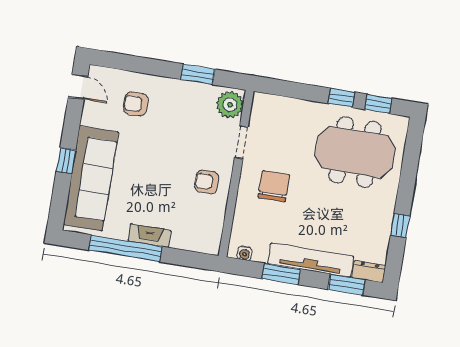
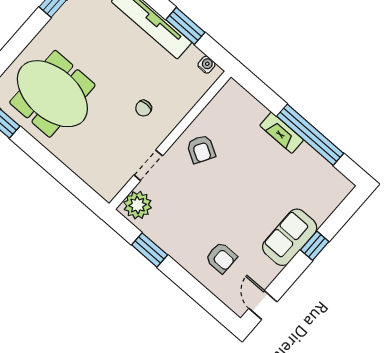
window: (341, 98) -> (35, 150), removed
sofa: (91, 178) -> (290, 237), width x0.54, depth x0.79
armchair: (207, 182) -> (201, 149), turned 30
chair: (274, 186) -> (144, 108), width x0.54, depth x0.54

